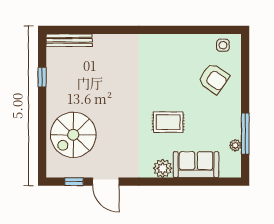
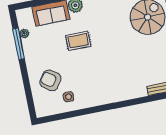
side table: (223, 45) -> (69, 97), moved

